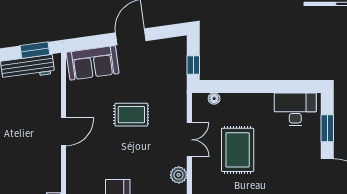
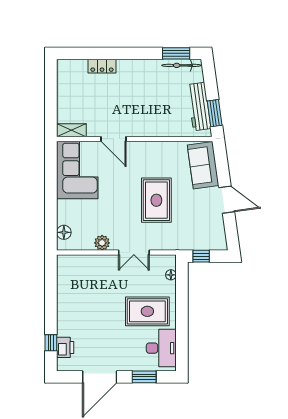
rug: (131, 115) -> (156, 200), width x1.36, depth x1.43
door: (63, 132) -> (114, 139), moved
rug: (238, 150) -> (147, 311), moved

